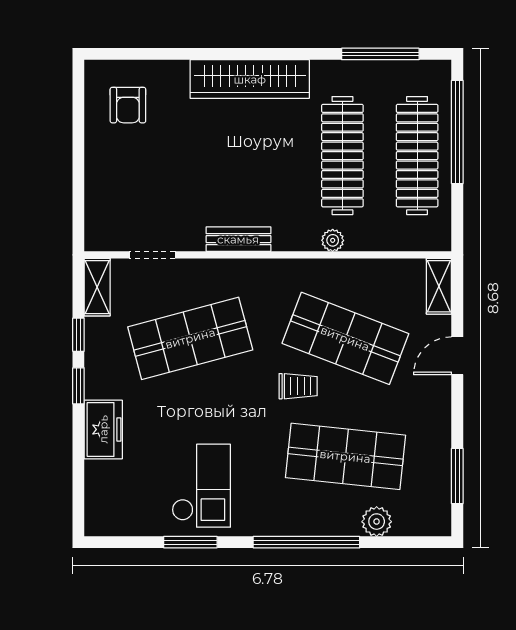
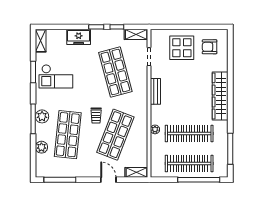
display table: (130, 174) -> (182, 48), added
window: (457, 476) -> (60, 180), width x1.44
plant: (300, 520) -> (42, 116), added
shelving: (113, 524) -> (41, 41), added
window: (306, 542) -> (33, 119), width x0.68

